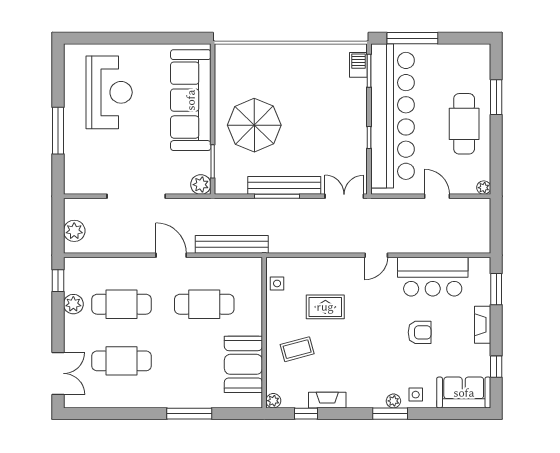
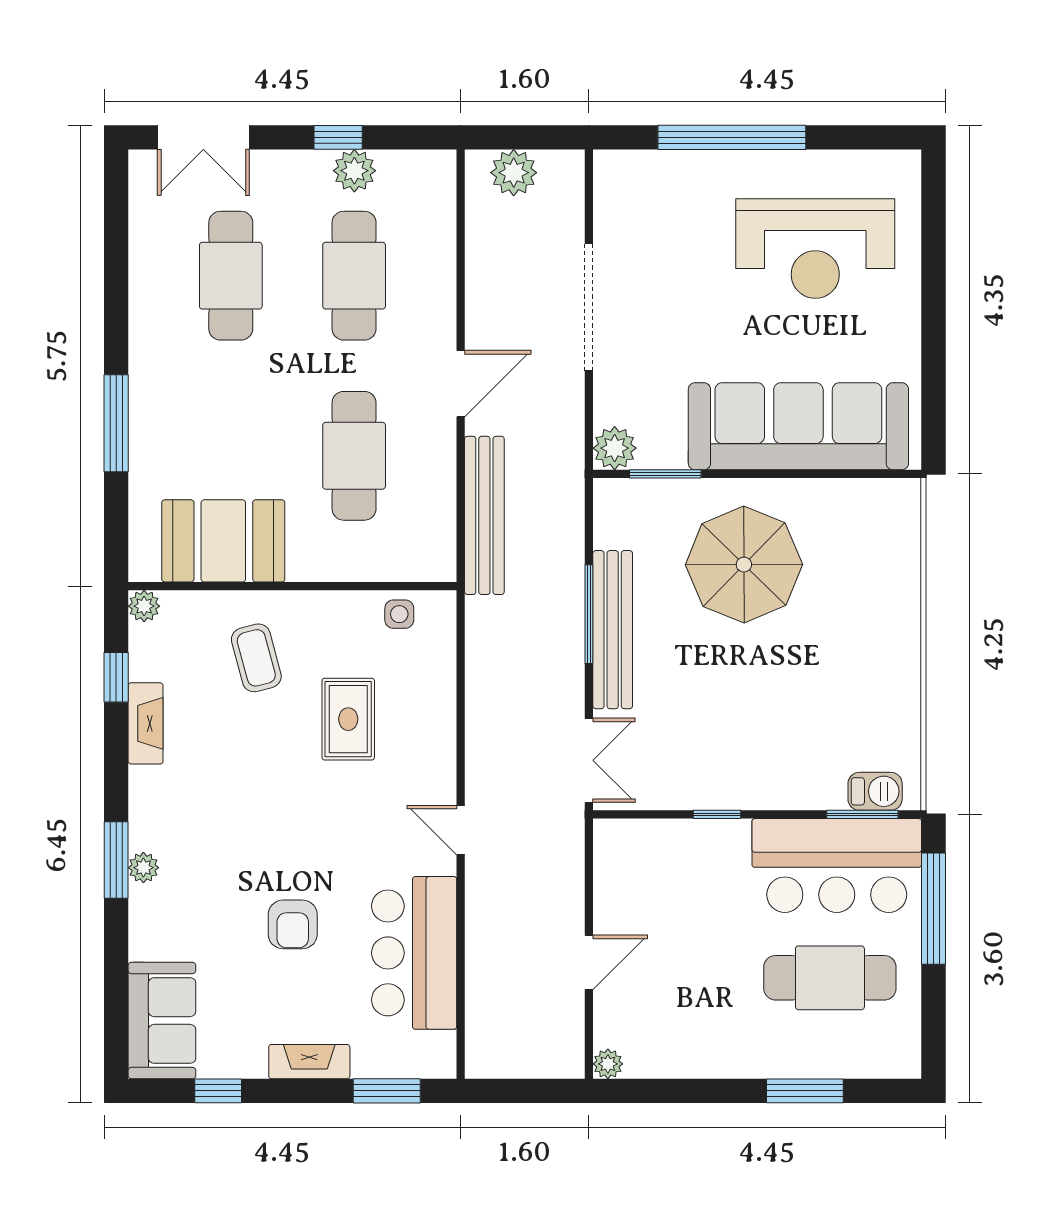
bar counter: (393, 116) -> (837, 866), width x0.54
cafe table: (464, 124) -> (830, 978), moved
window: (58, 131) -> (732, 137), width x1.46
window: (58, 281) -> (338, 137), moved
side table: (416, 395) -> (157, 916), removed

